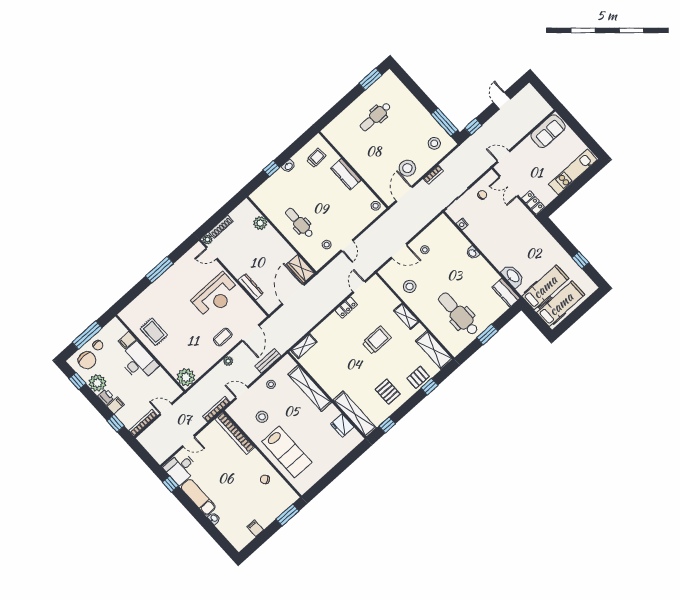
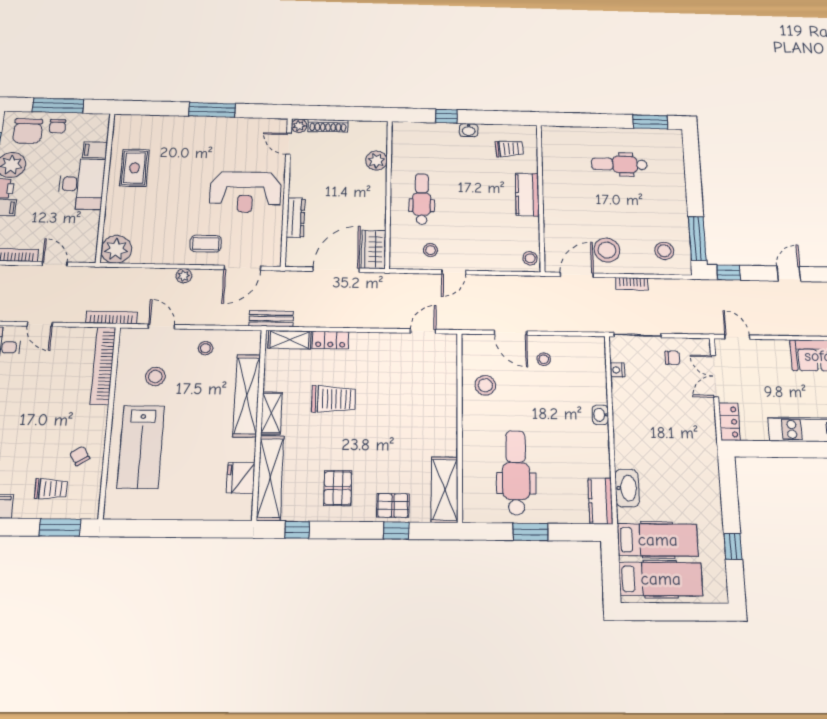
locker: (346, 308) -> (330, 340), moved
shelving: (406, 316) -> (271, 413), moved
trolley: (377, 340) -> (333, 399), moved
bench: (268, 361) -> (271, 319), moved
trolley: (267, 503) -> (51, 489), added

